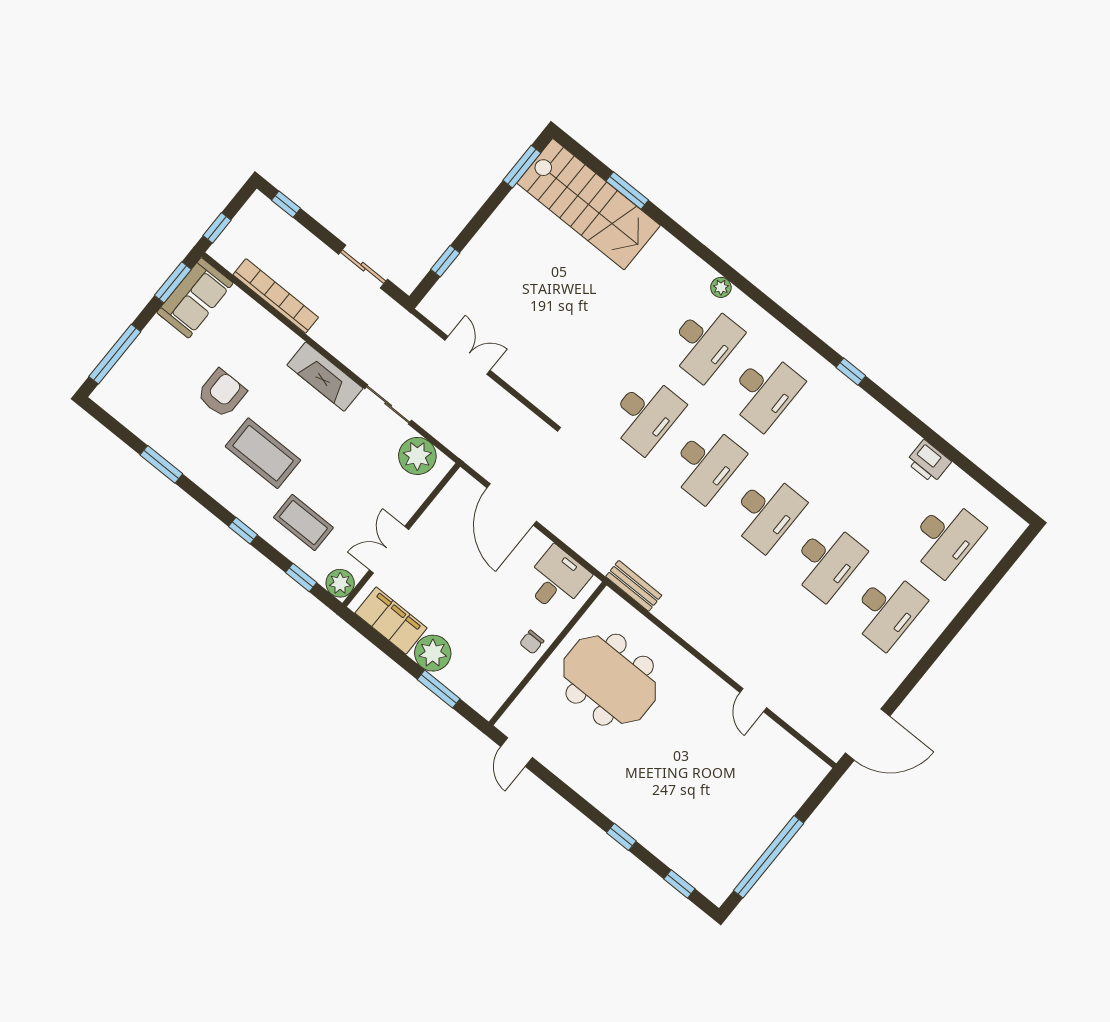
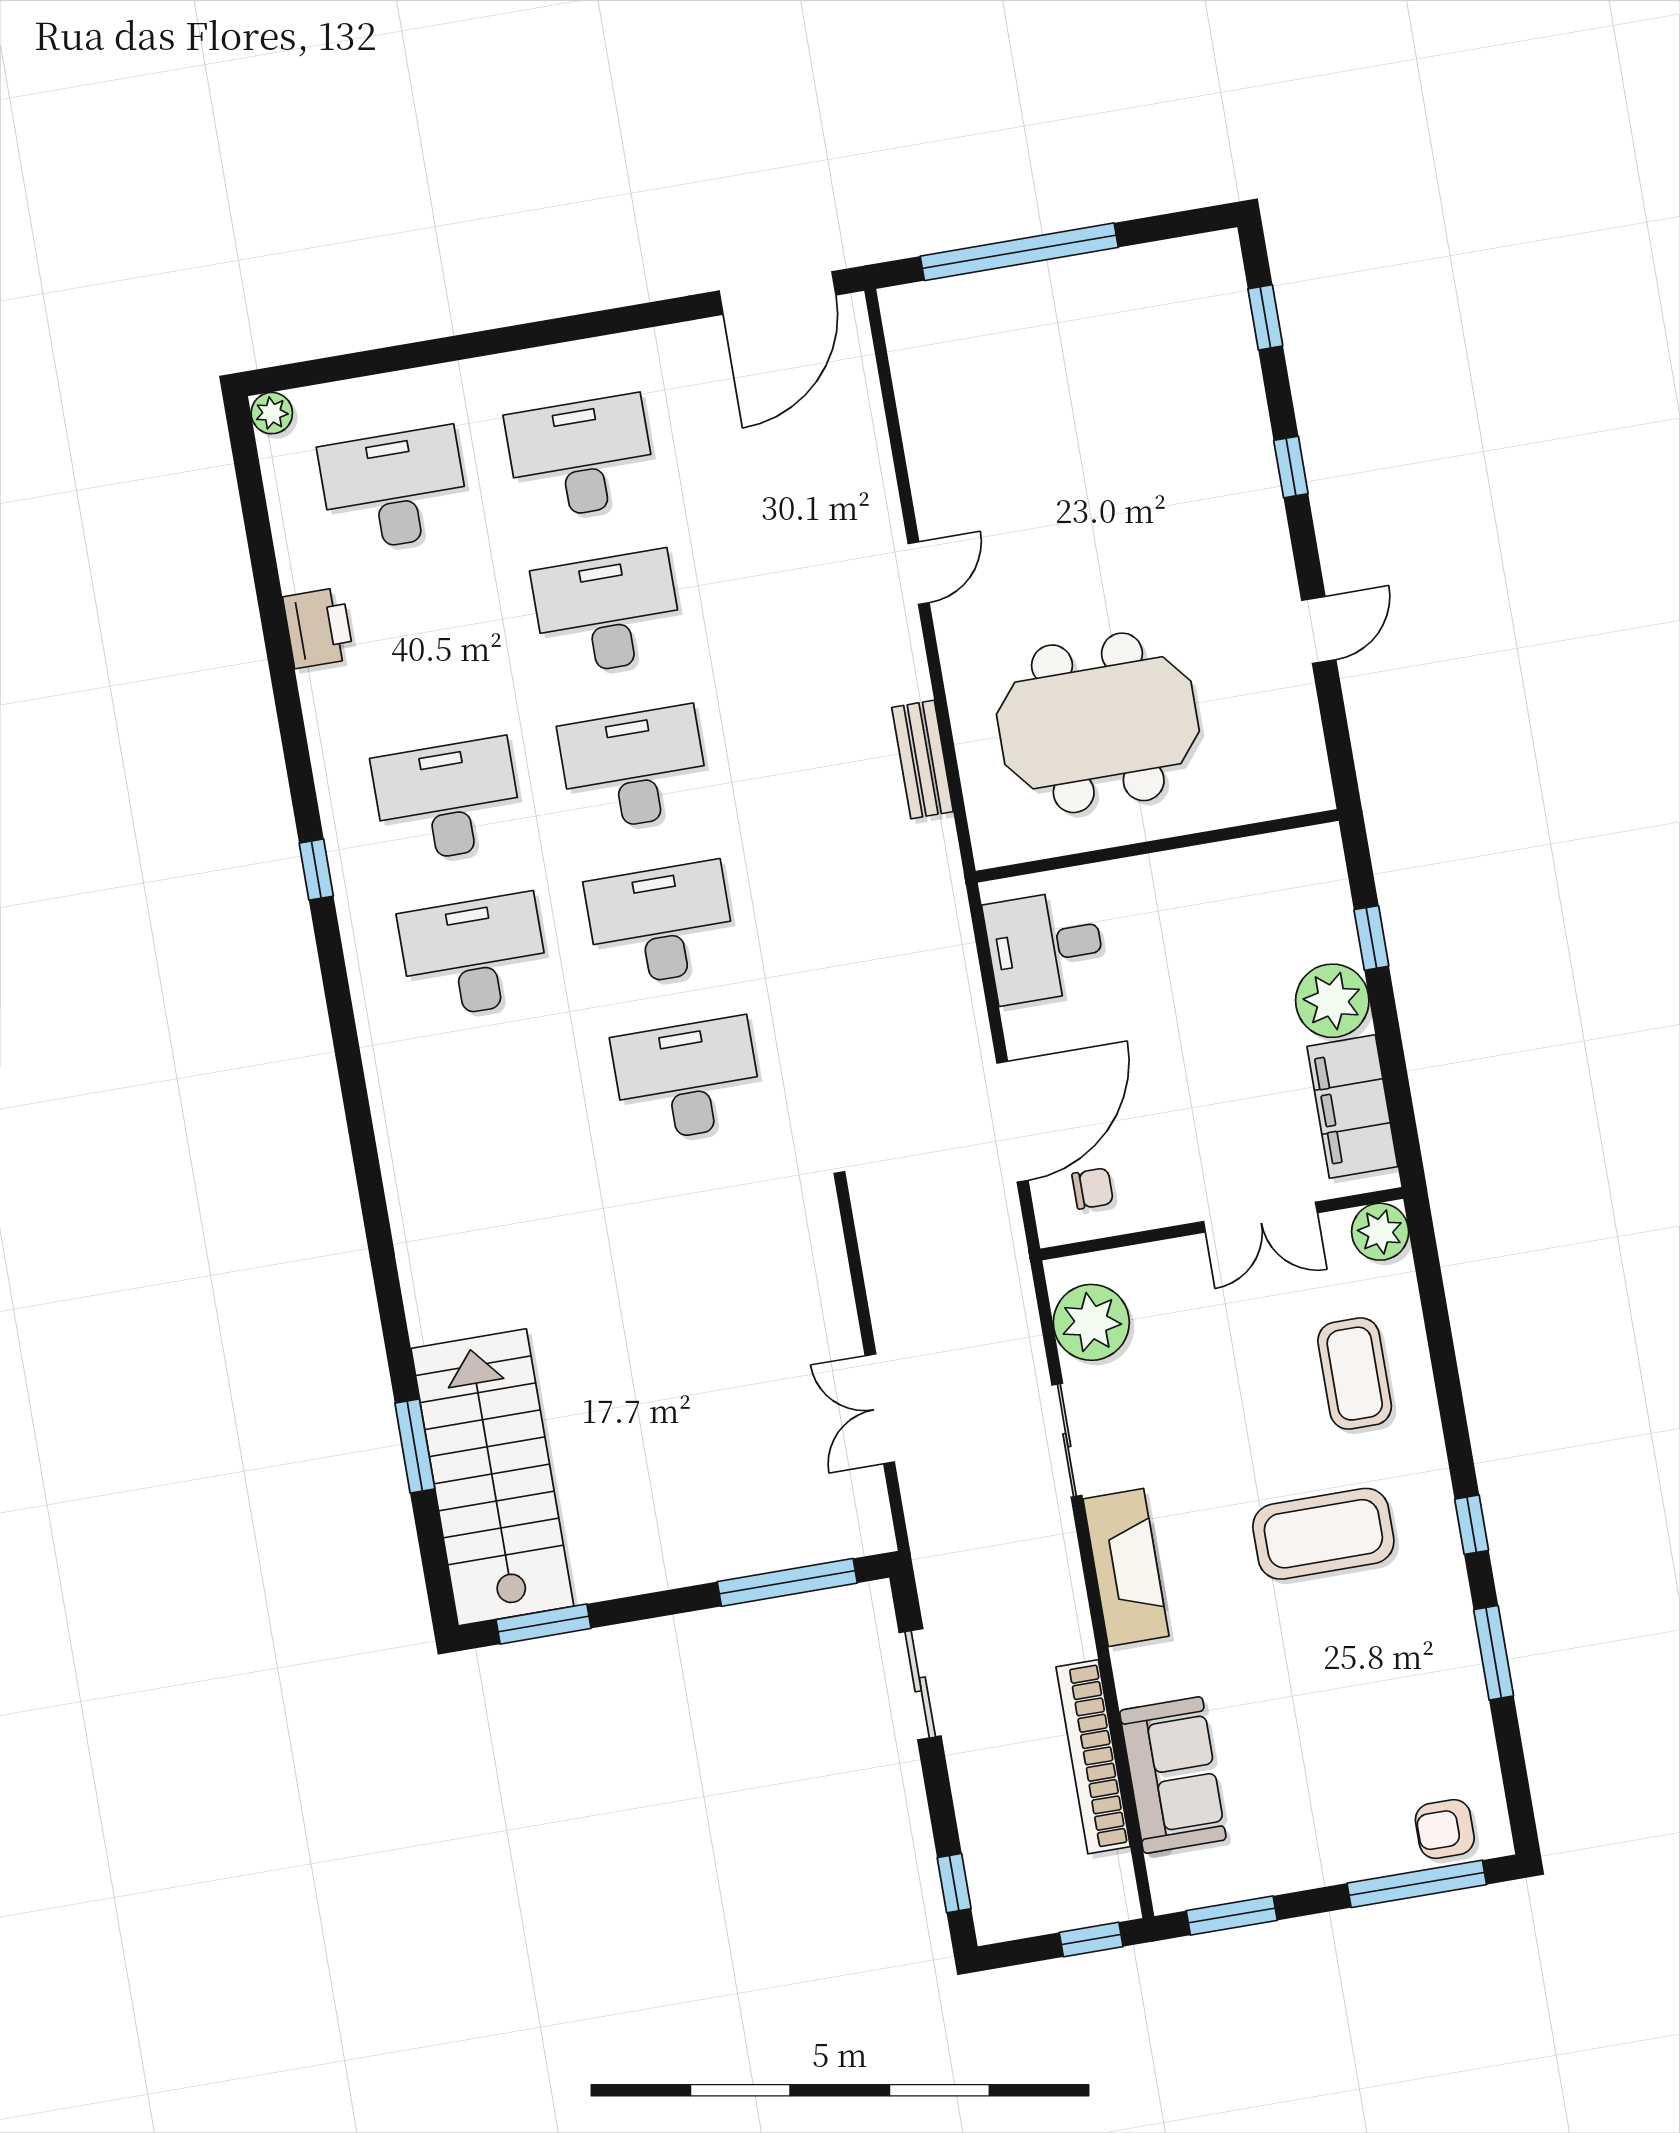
window: (445, 261) -> (787, 1582), width x2.17
plant: (721, 287) -> (272, 413), moved
sofa: (195, 298) -> (1173, 1775), moved, turned 90
desk: (704, 342) -> (447, 801), moved
armchair: (222, 393) -> (1445, 1829), moved, width x0.72, depth x0.72
coffee table: (263, 453) -> (1323, 1534), turned 90
window: (243, 531) -> (1472, 1525), moved
window: (301, 578) -> (1432, 1293), removed
bench: (634, 586) -> (923, 759), moved
chair: (532, 642) -> (1093, 1188), moved
meeting table: (610, 680) -> (1098, 723), turned 90
window: (439, 689) -> (1371, 938), width x0.67
door: (753, 700) -> (919, 573), moved
door: (868, 734) -> (777, 293), swing flipped
door: (516, 752) -> (1319, 630), moved
window: (769, 857) -> (1019, 252), moved

